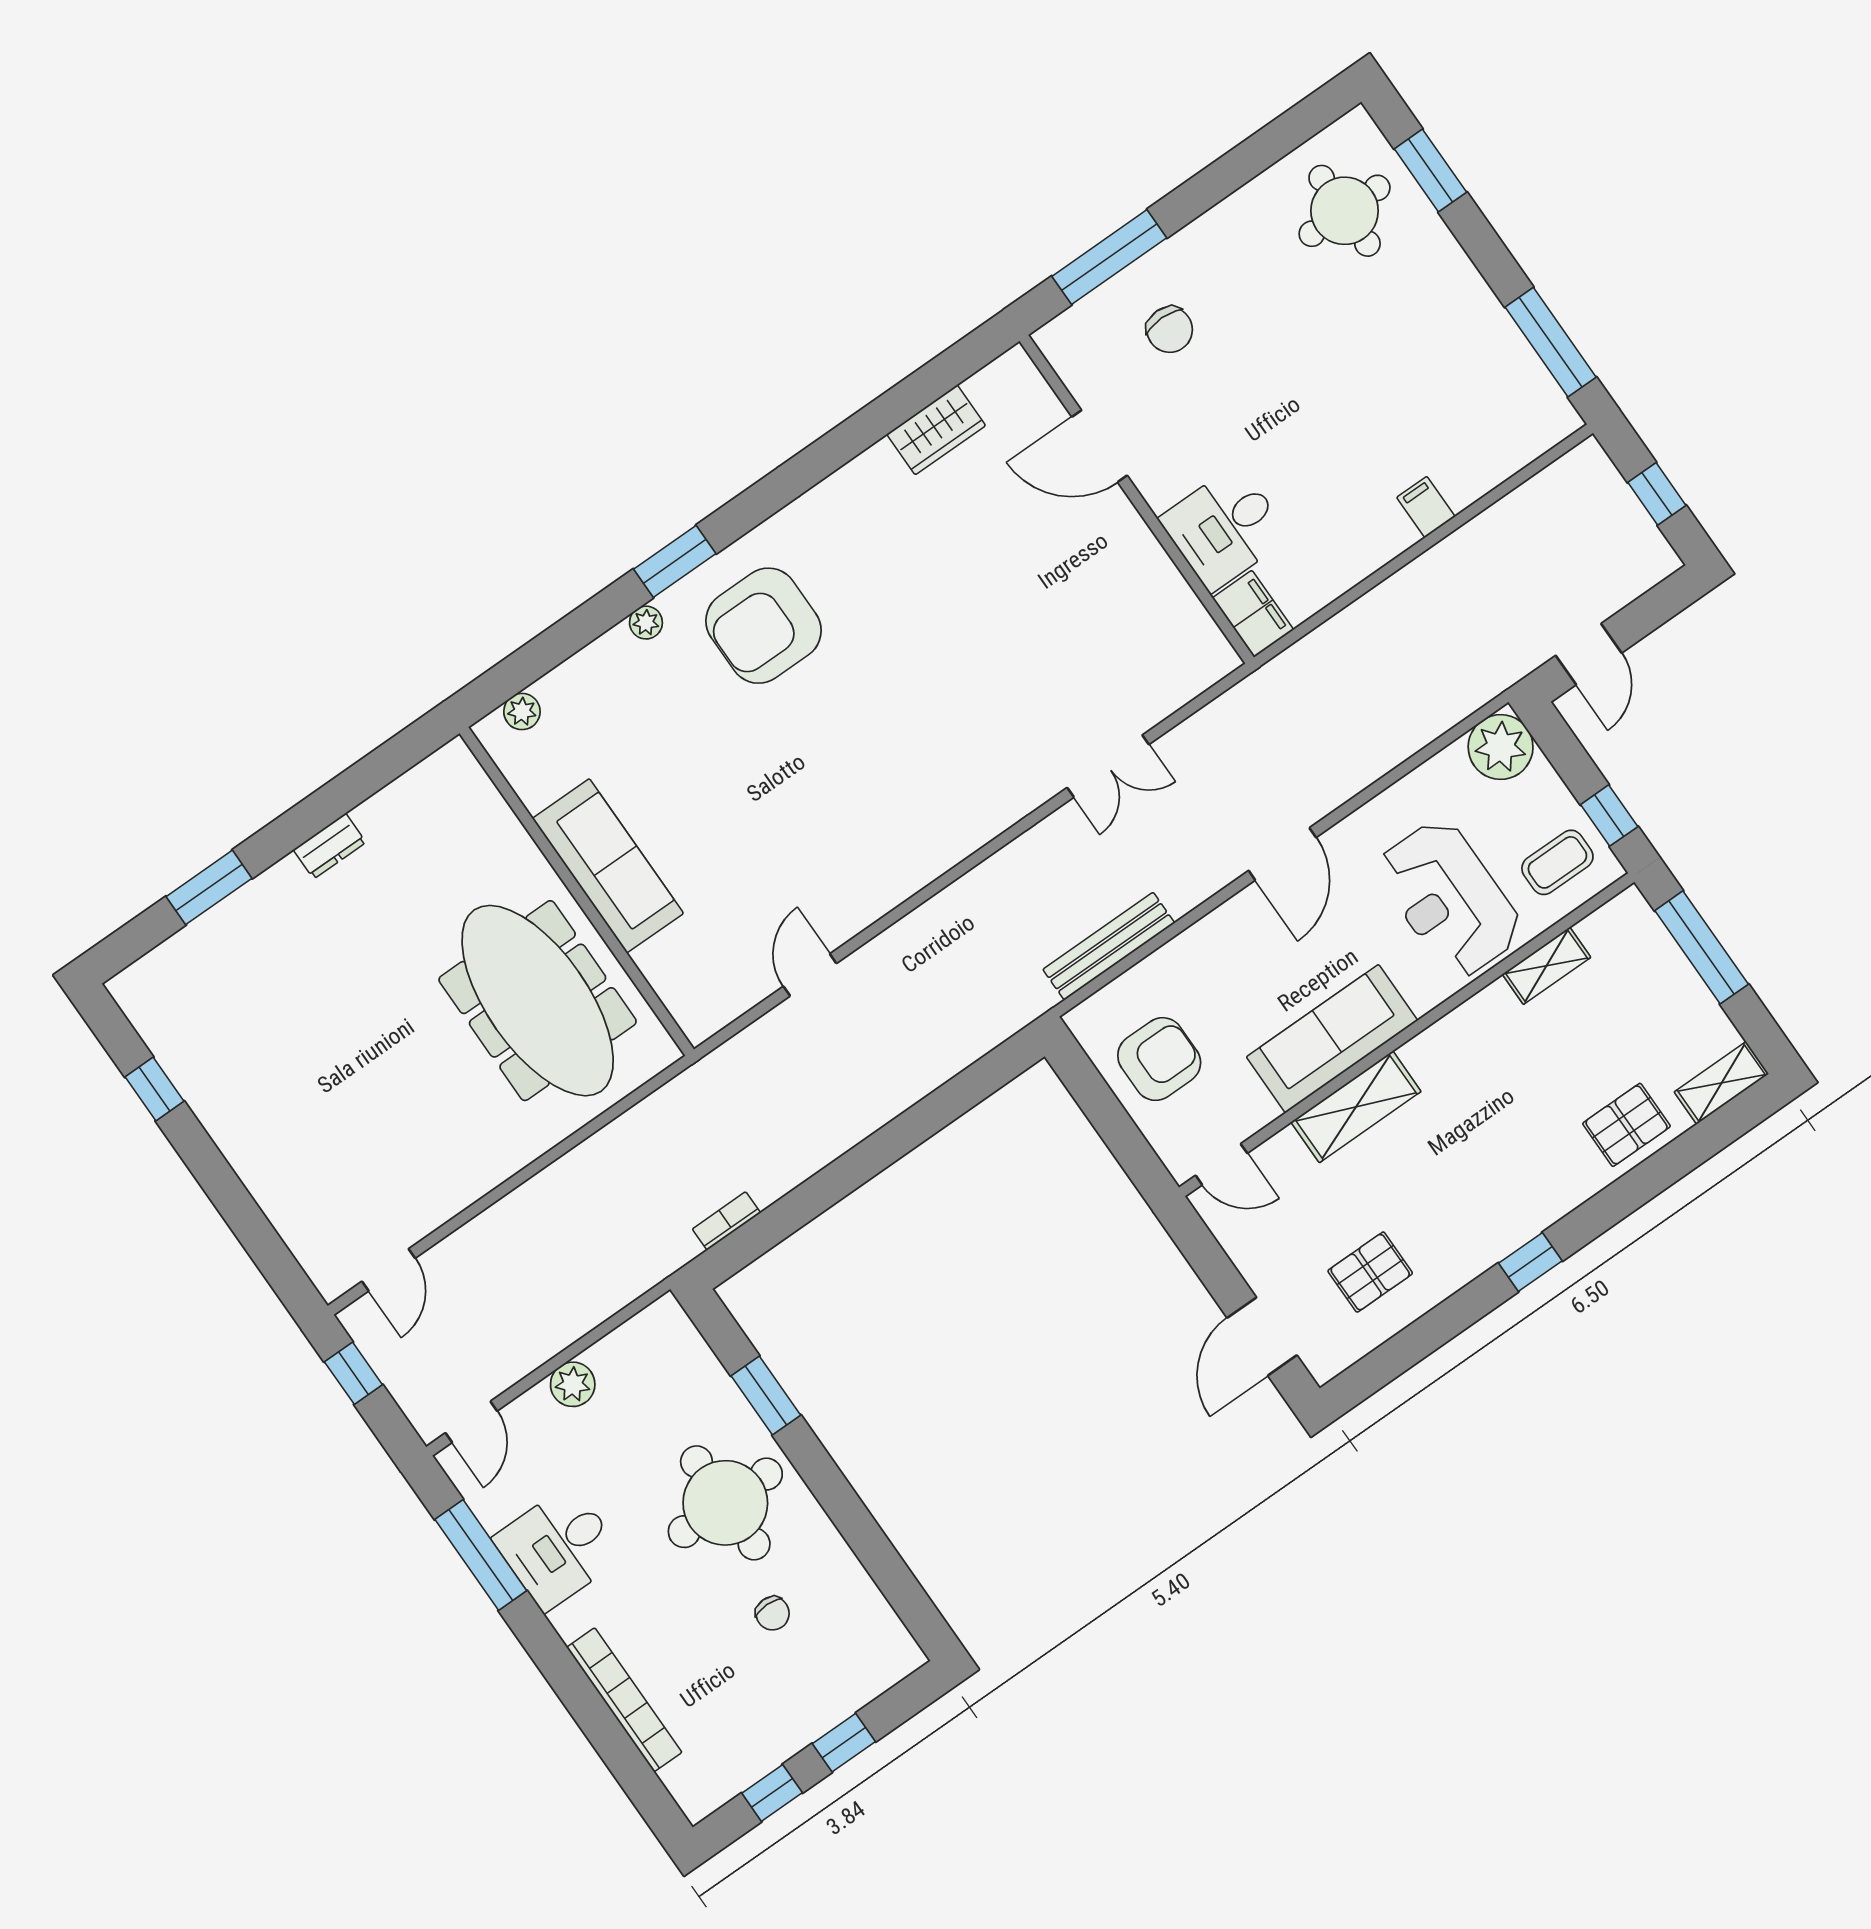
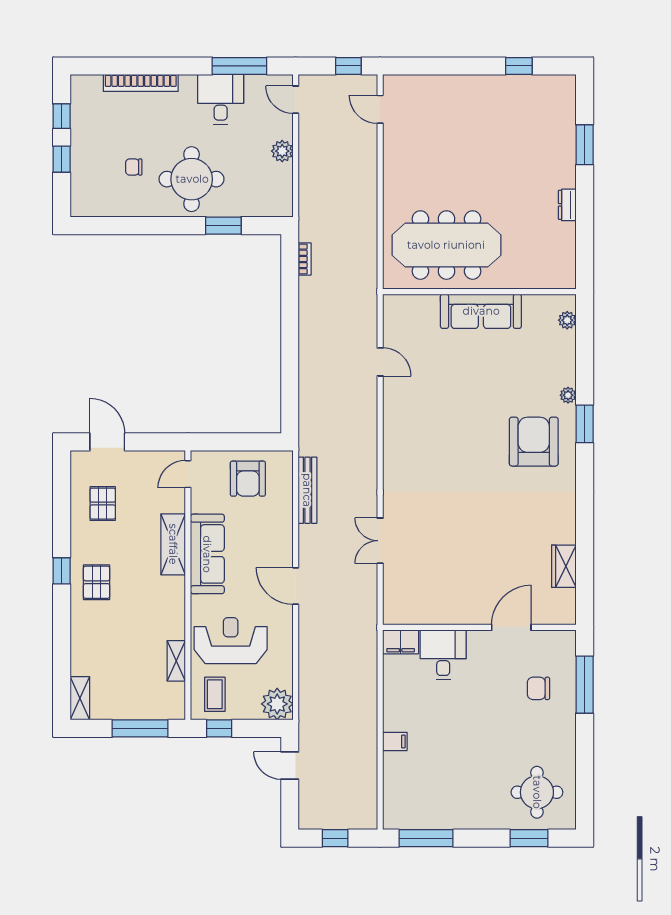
pallet: (1627, 1125) -> (97, 582), moved

